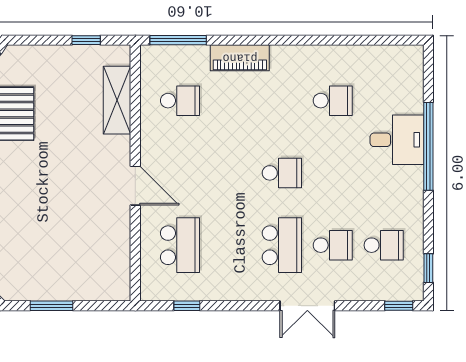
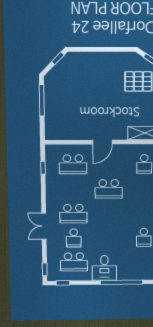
desk: (397, 140) -> (104, 268), moved
school desk: (282, 173) -> (109, 189), moved, width x1.85
school desk: (384, 245) -> (74, 262), width x1.85
window: (51, 306) -> (42, 100), width x1.44

